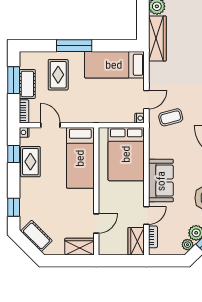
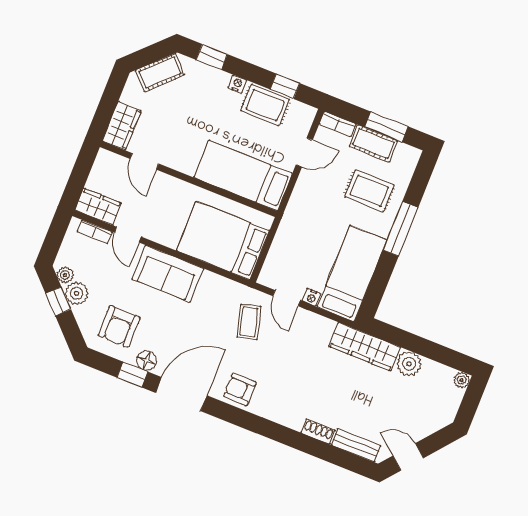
nightstand: (140, 118) -> (312, 297), moved
nightstand: (24, 132) -> (237, 84), moved

